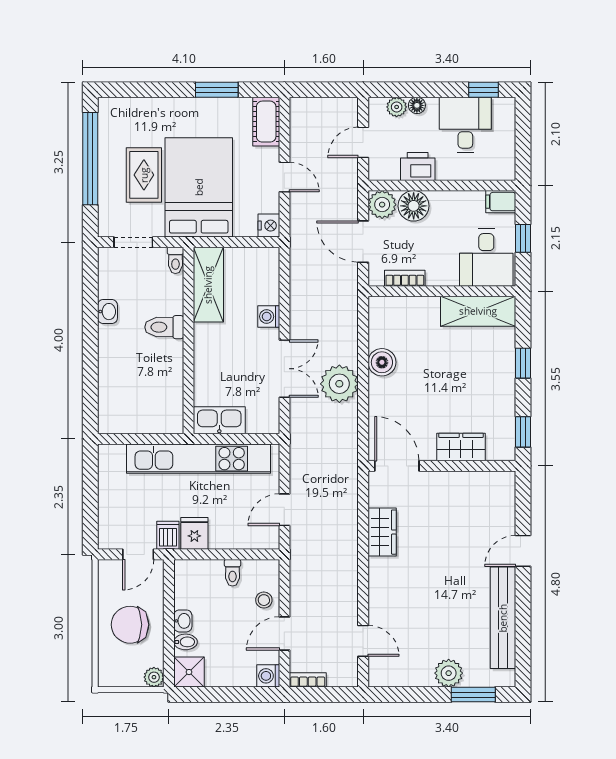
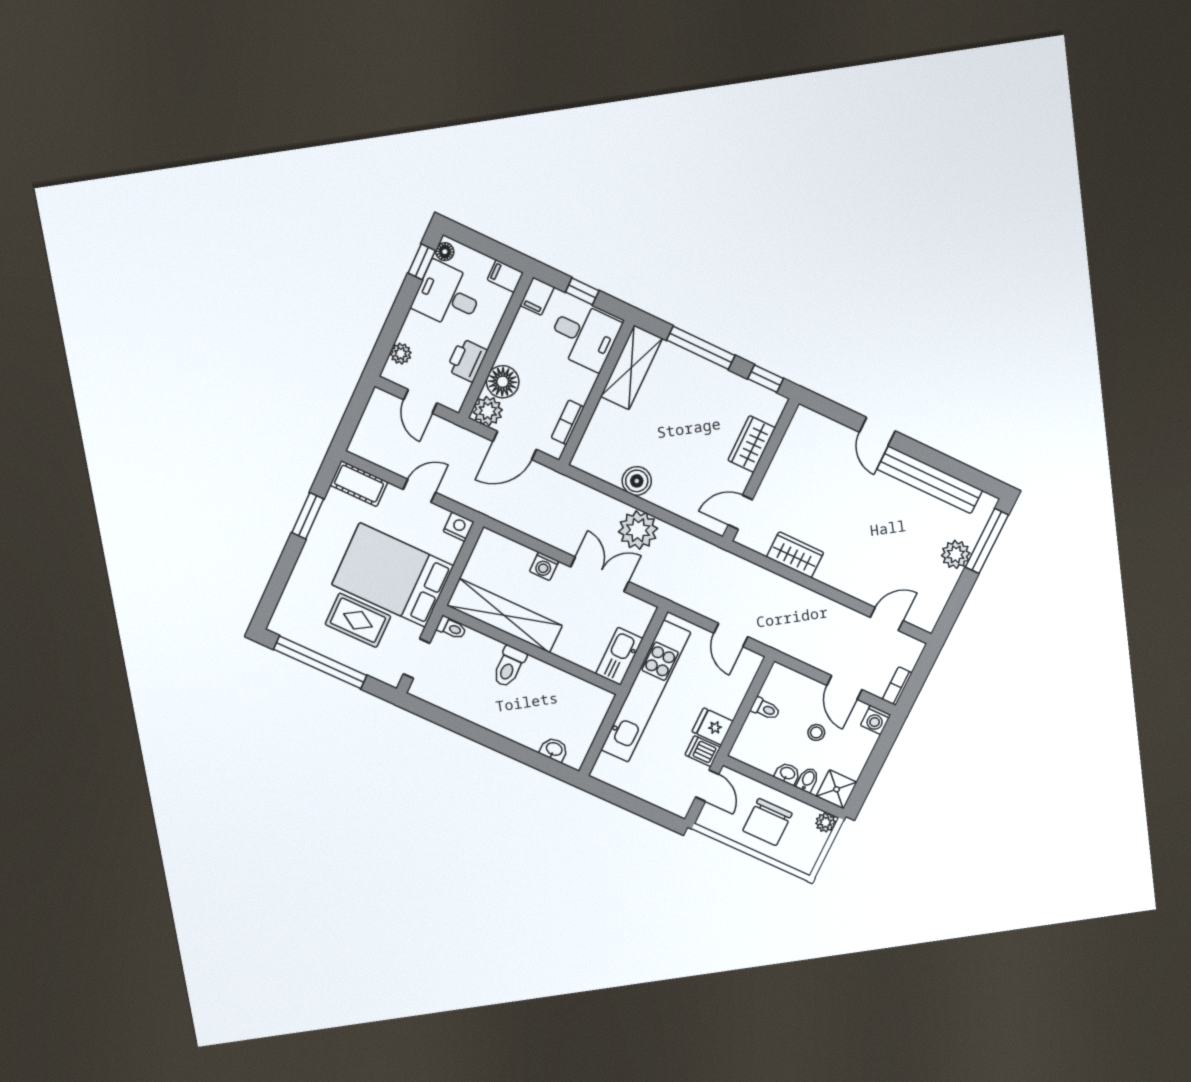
floor lamp: (417, 105) -> (445, 252), moved
filing cabinet: (505, 167) -> (505, 276), added
shelving: (208, 285) -> (505, 616), width x1.47
washbasin: (107, 312) -> (554, 750), moved
window: (523, 363) -> (701, 348), width x2.17
door: (397, 466) -> (740, 512), width x0.73
stool: (264, 600) -> (816, 732), moved
window: (473, 695) -> (987, 541), width x1.44

